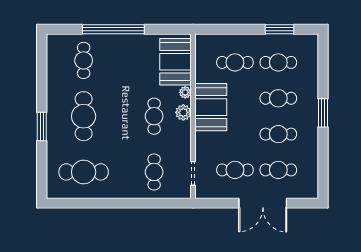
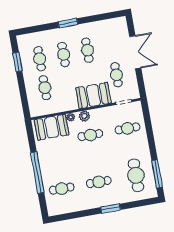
booth: (211, 107) -> (93, 95), moved
cafe table: (84, 116) -> (99, 182), width x0.73, depth x0.74
cafe table: (278, 170) -> (111, 46), removed
window: (80, 203) -> (157, 174), added

